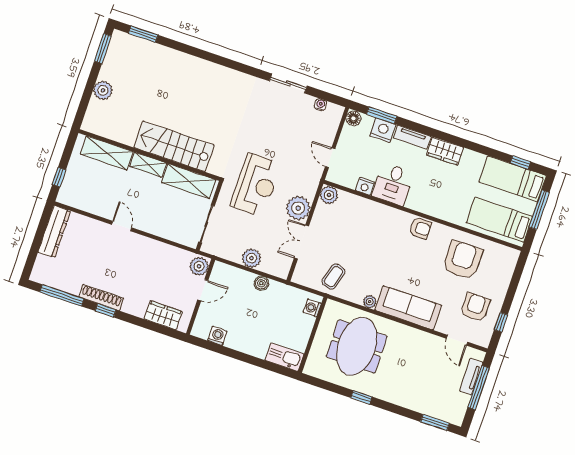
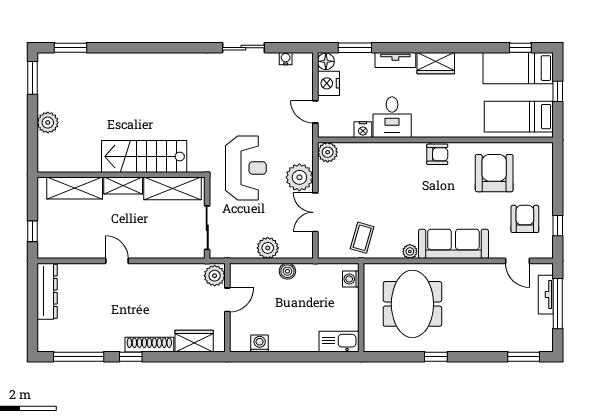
nightstand: (383, 130) -> (328, 83), moved, turned -90
window: (539, 210) -> (558, 91), width x0.46
shoe rack: (101, 297) -> (149, 345), moved

